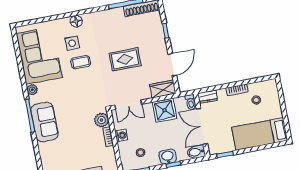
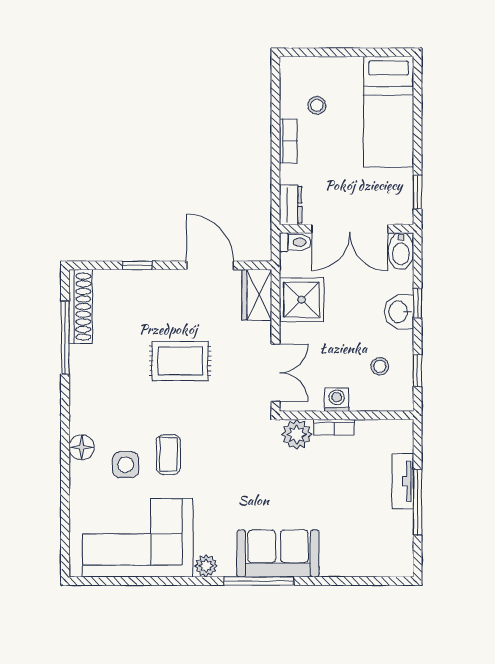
rug: (125, 59) -> (180, 361), turned 90

